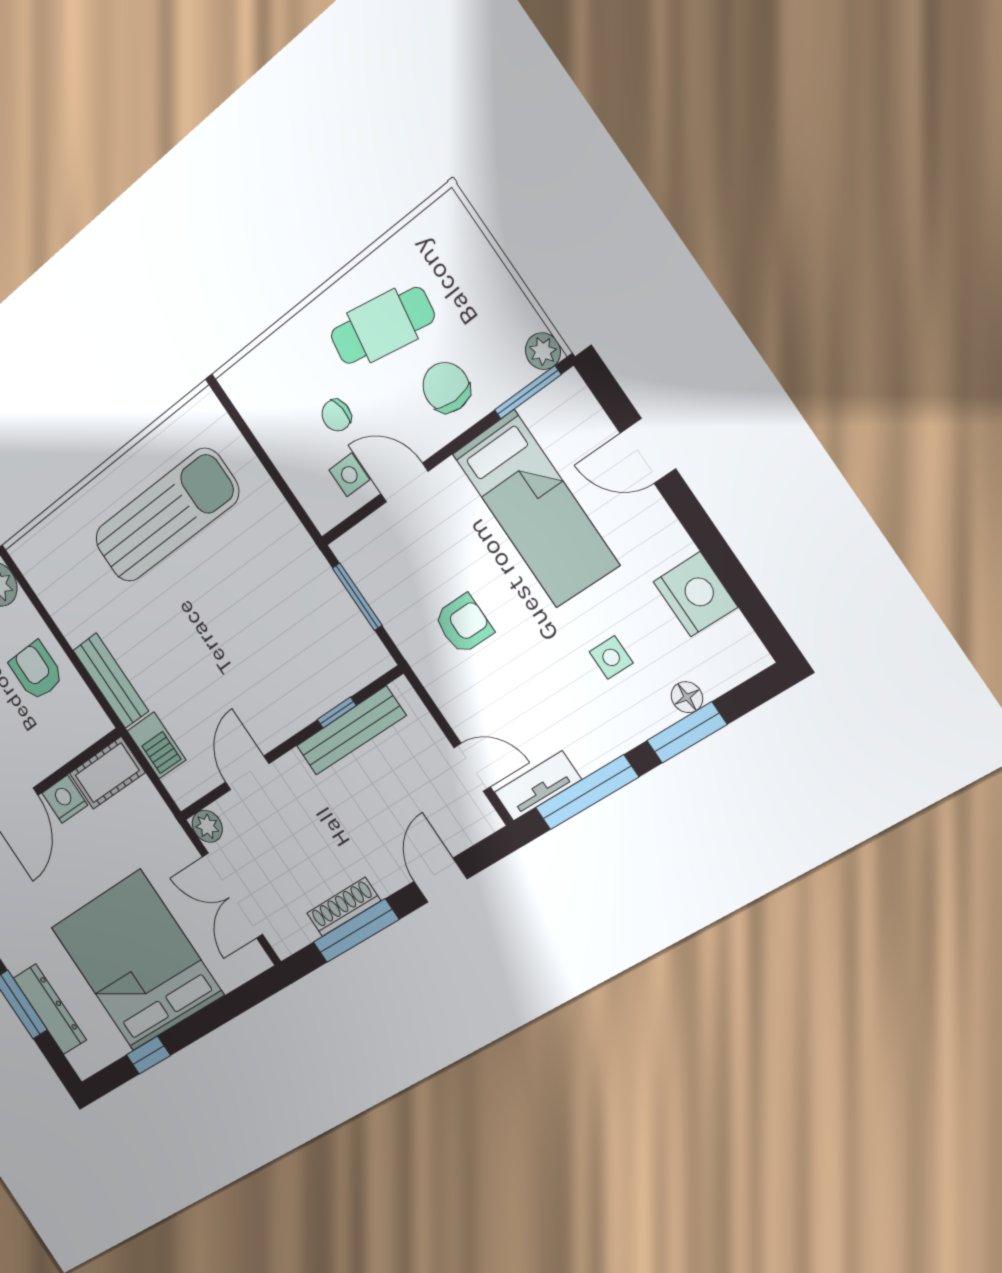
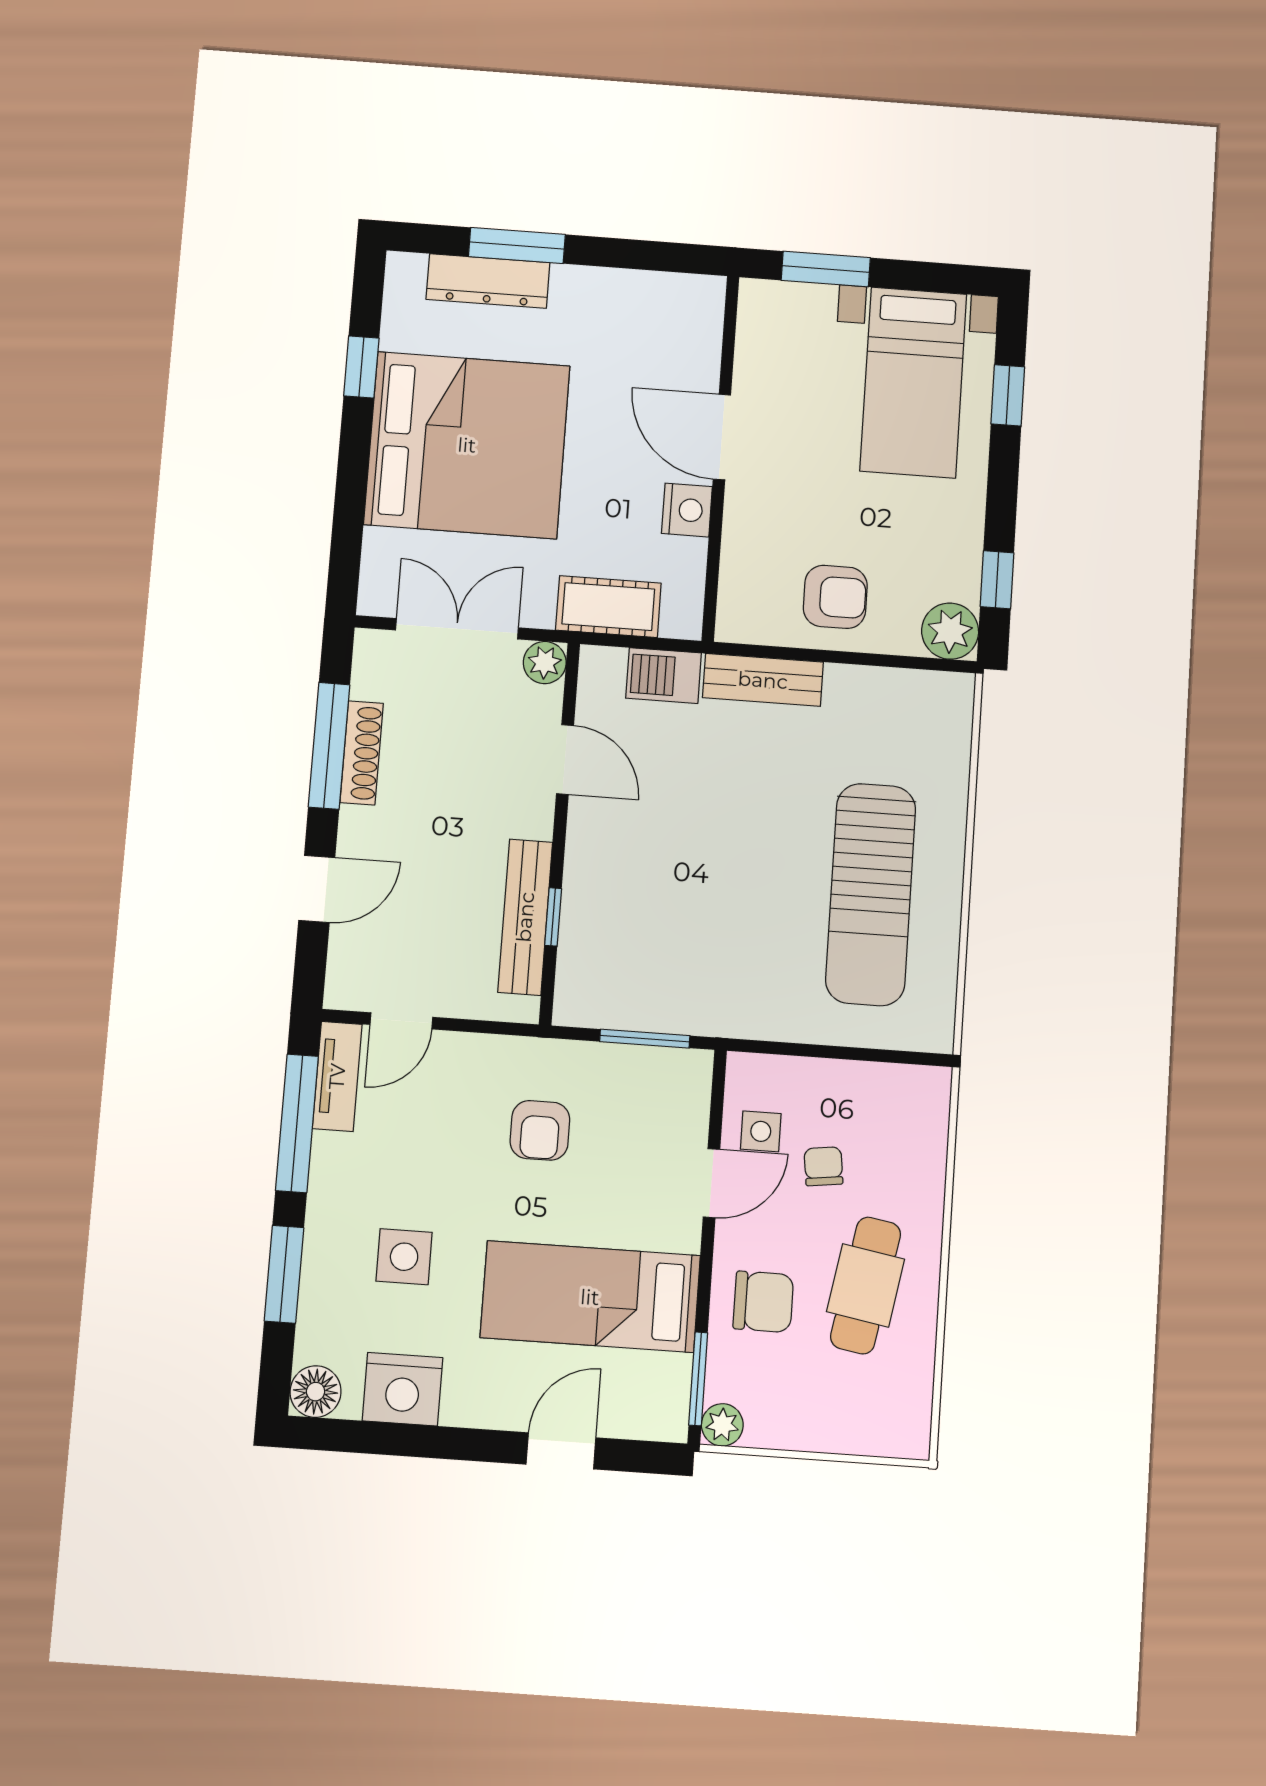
side table: (611, 657) -> (404, 1257), width x1.37, depth x1.37
floor lamp: (687, 697) -> (316, 1392), moved, width x1.37, depth x1.37
cot: (107, 773) -> (608, 607), moved, turned 90
door: (440, 880) -> (317, 889), hinge flipped

